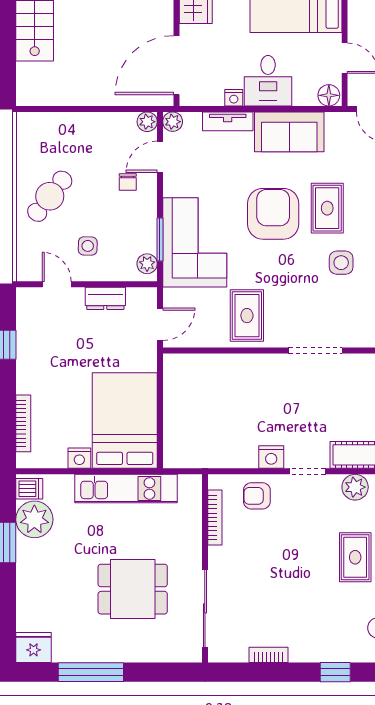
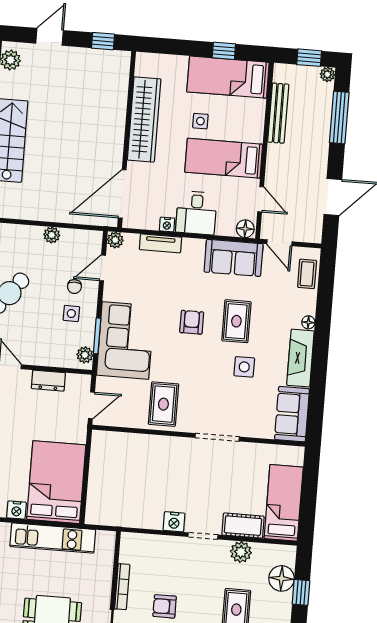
plant: (147, 122) -> (52, 235), moved
sofa: (289, 132) -> (234, 258), moved
armchair: (273, 214) -> (192, 322), width x0.53, depth x0.53
side table: (88, 246) -> (71, 313), moved
armchair: (257, 496) -> (165, 606), moved
bookcase: (215, 517) -> (122, 587), moved

